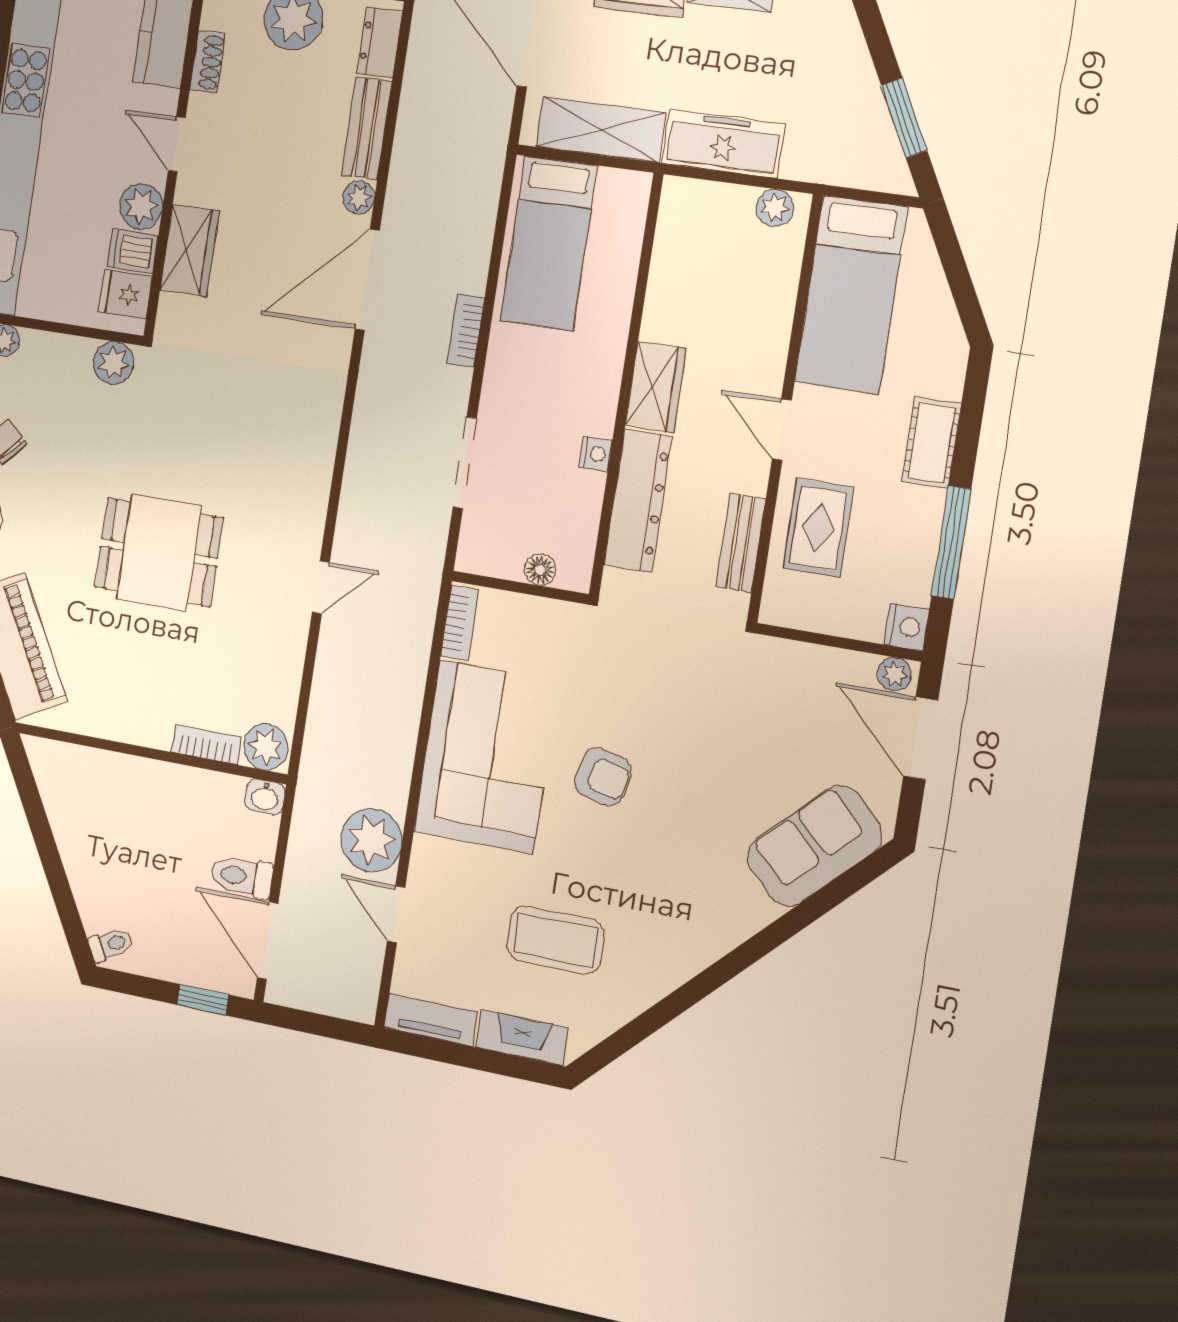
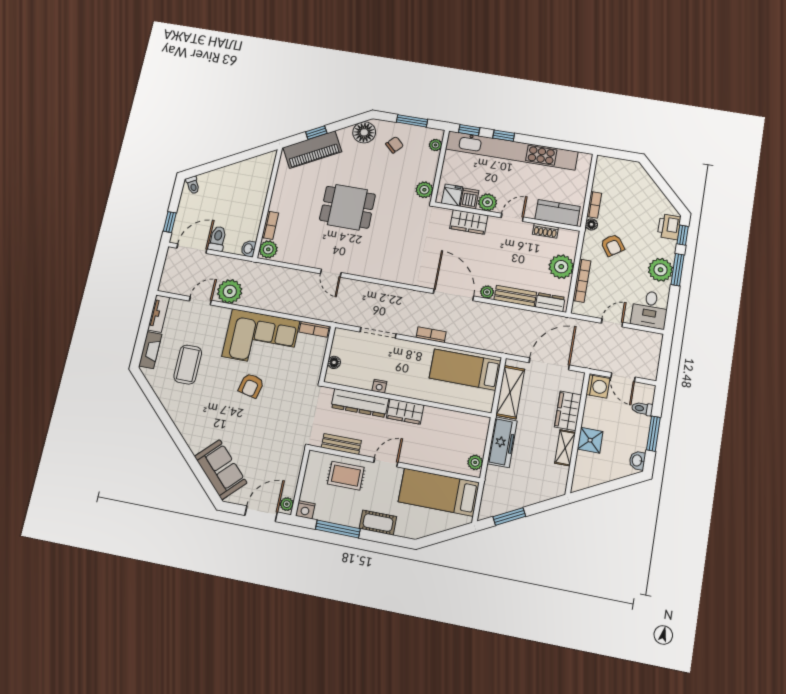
dining table: (159, 552) -> (347, 207), turned 90

